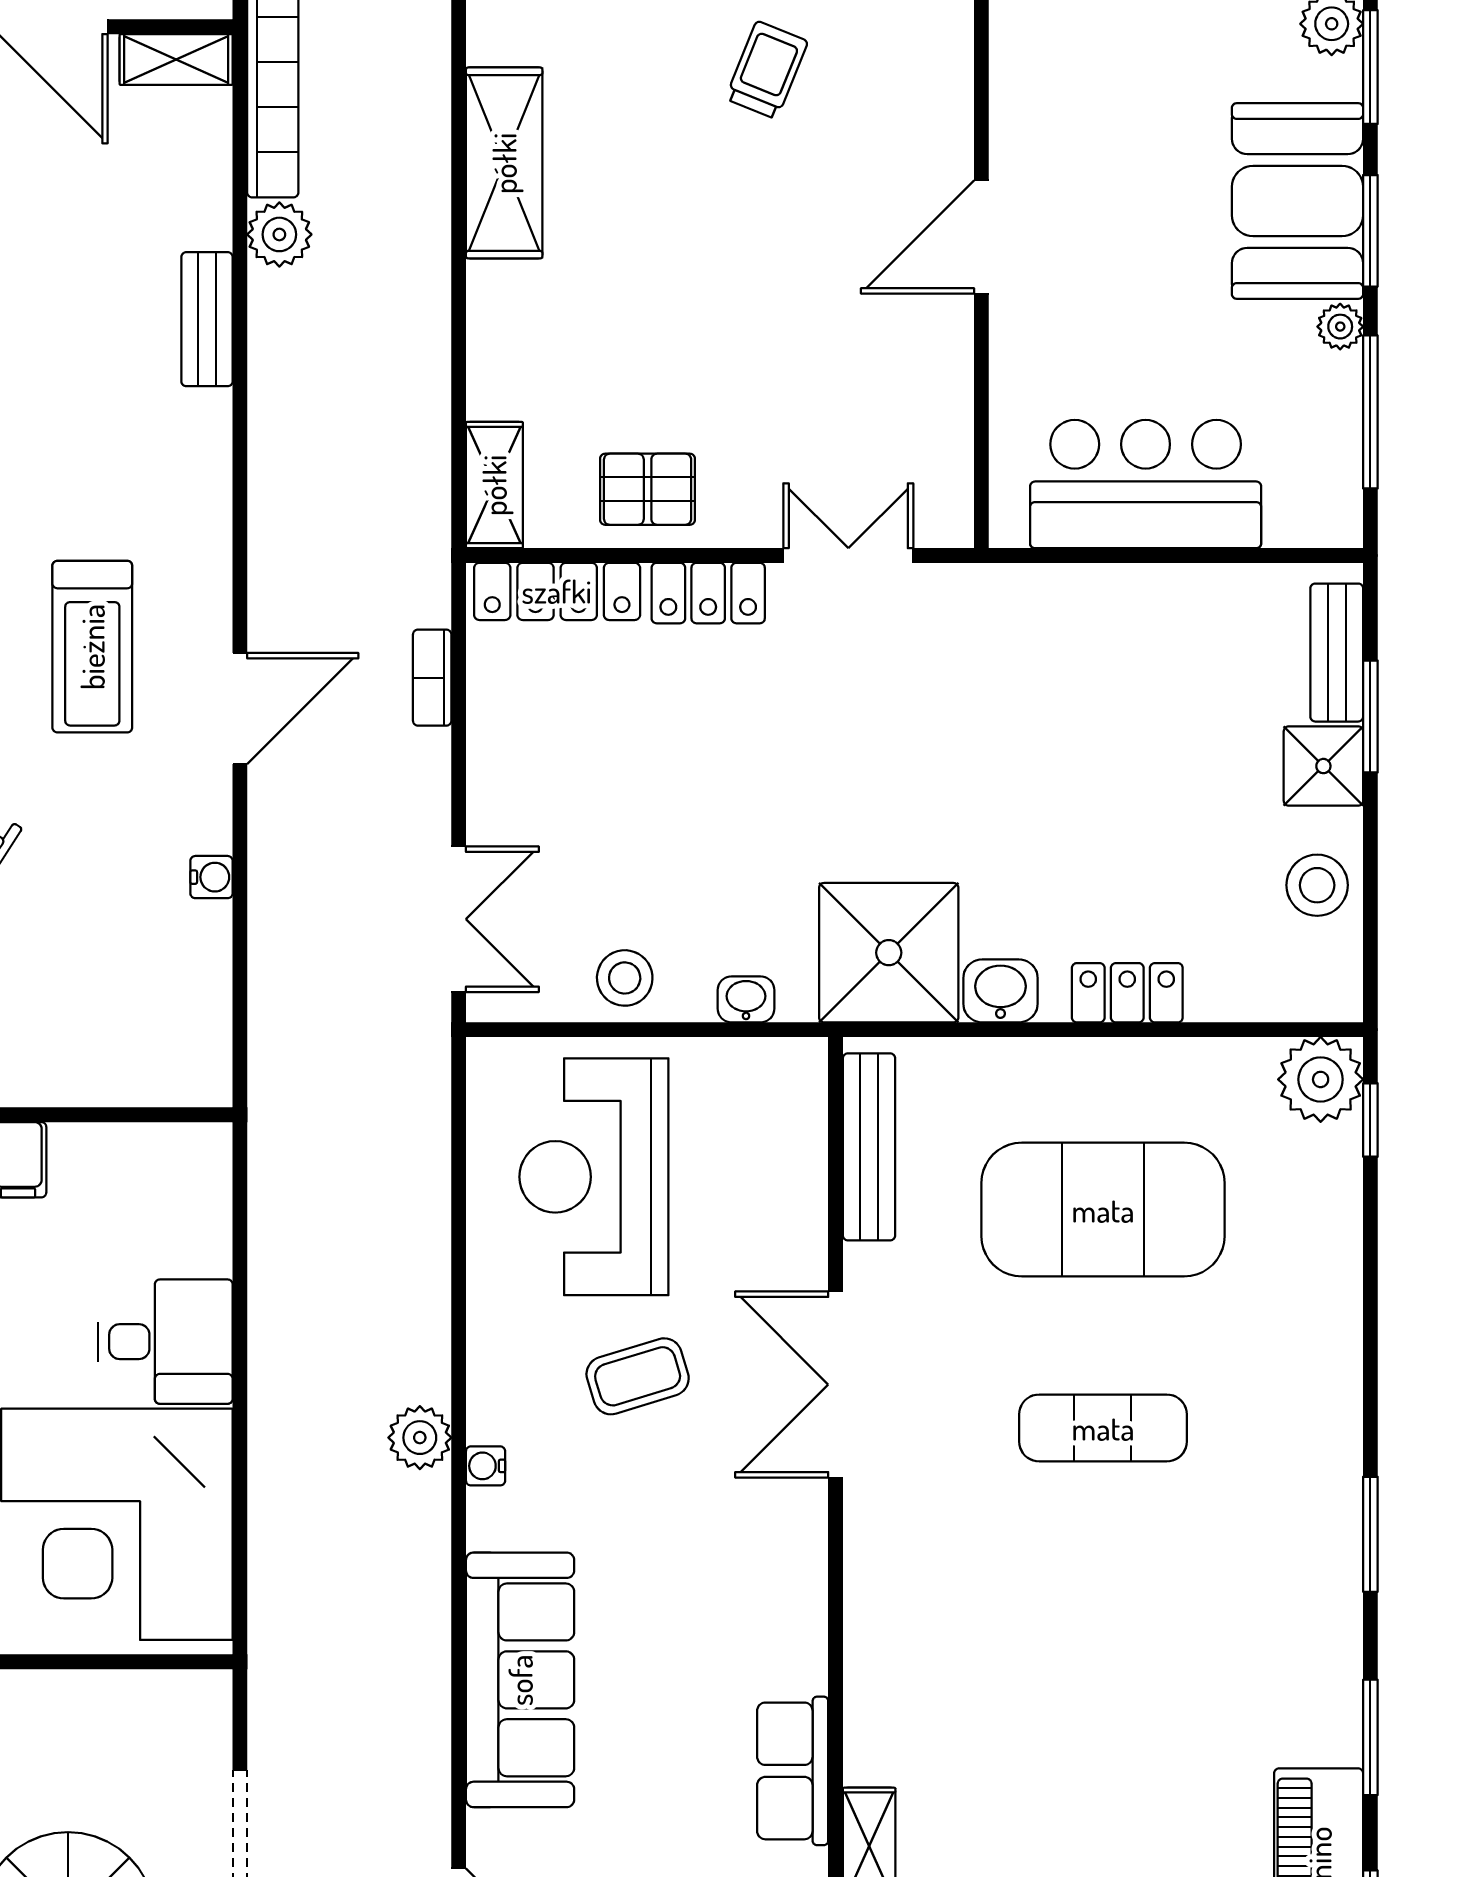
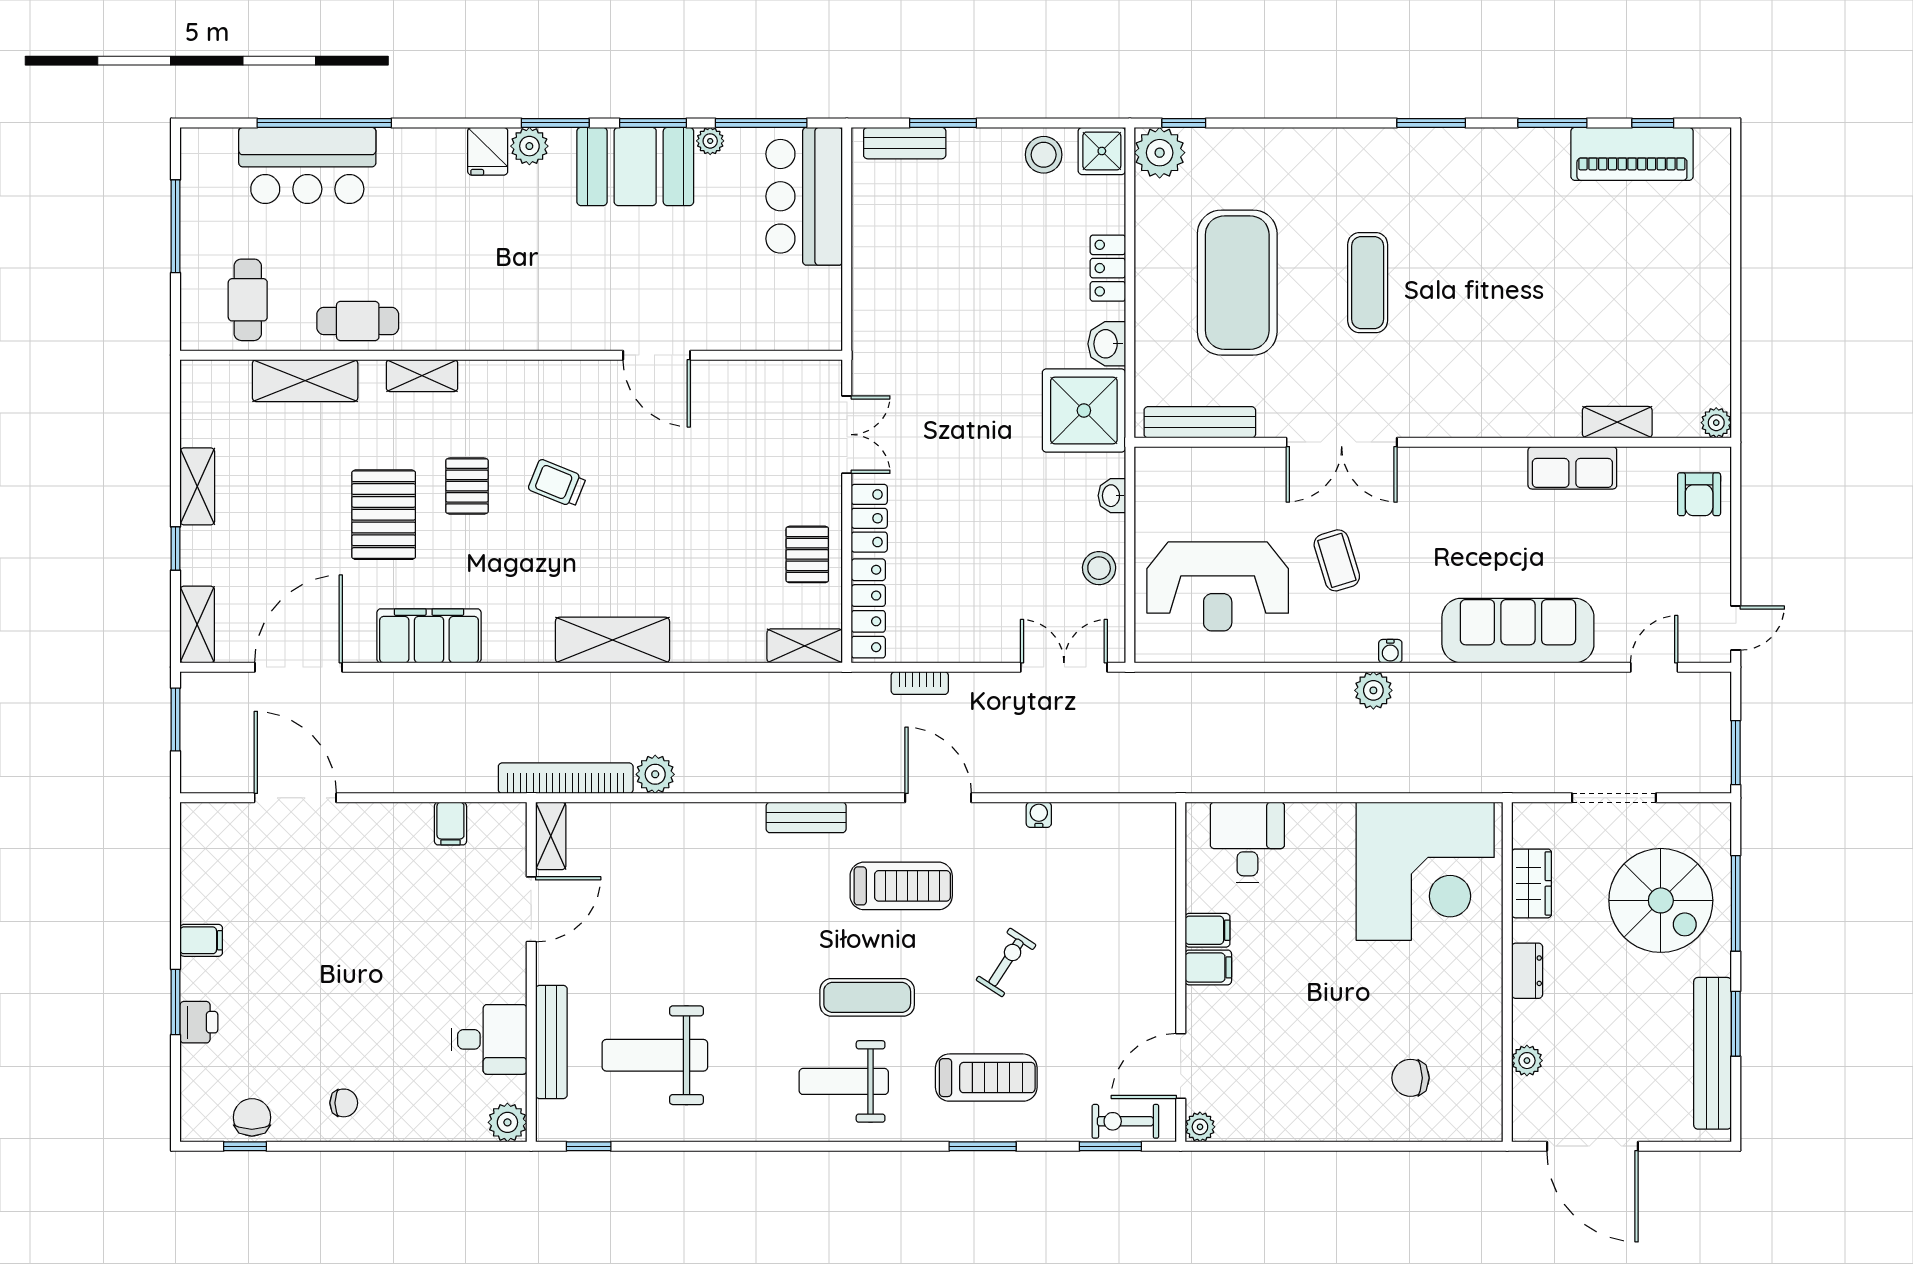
bench: (207, 319) -> (806, 817), moved
bar counter: (1146, 484) -> (804, 196), moved
double door: (848, 556) -> (847, 435), swing flipped
shower: (1323, 766) -> (1102, 151), moved
desk: (166, 1342) -> (1247, 842), moved
wardrobe: (96, 1703) -> (1532, 883), added

